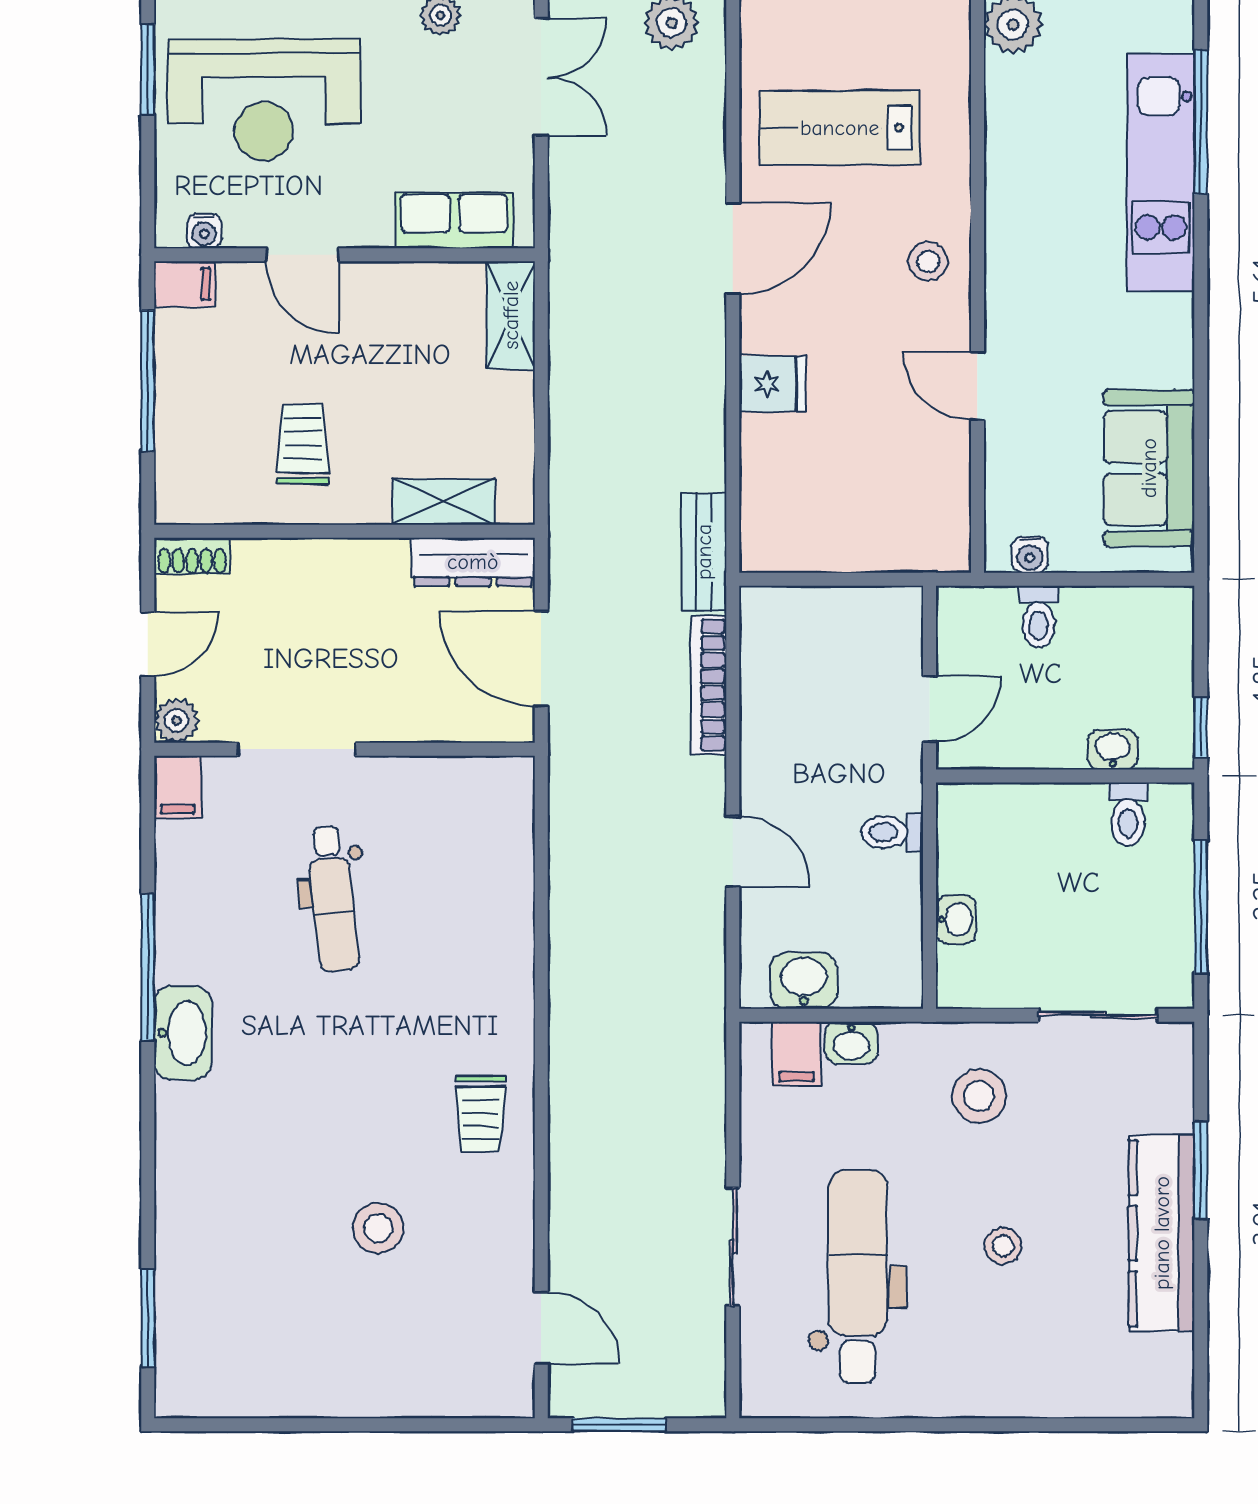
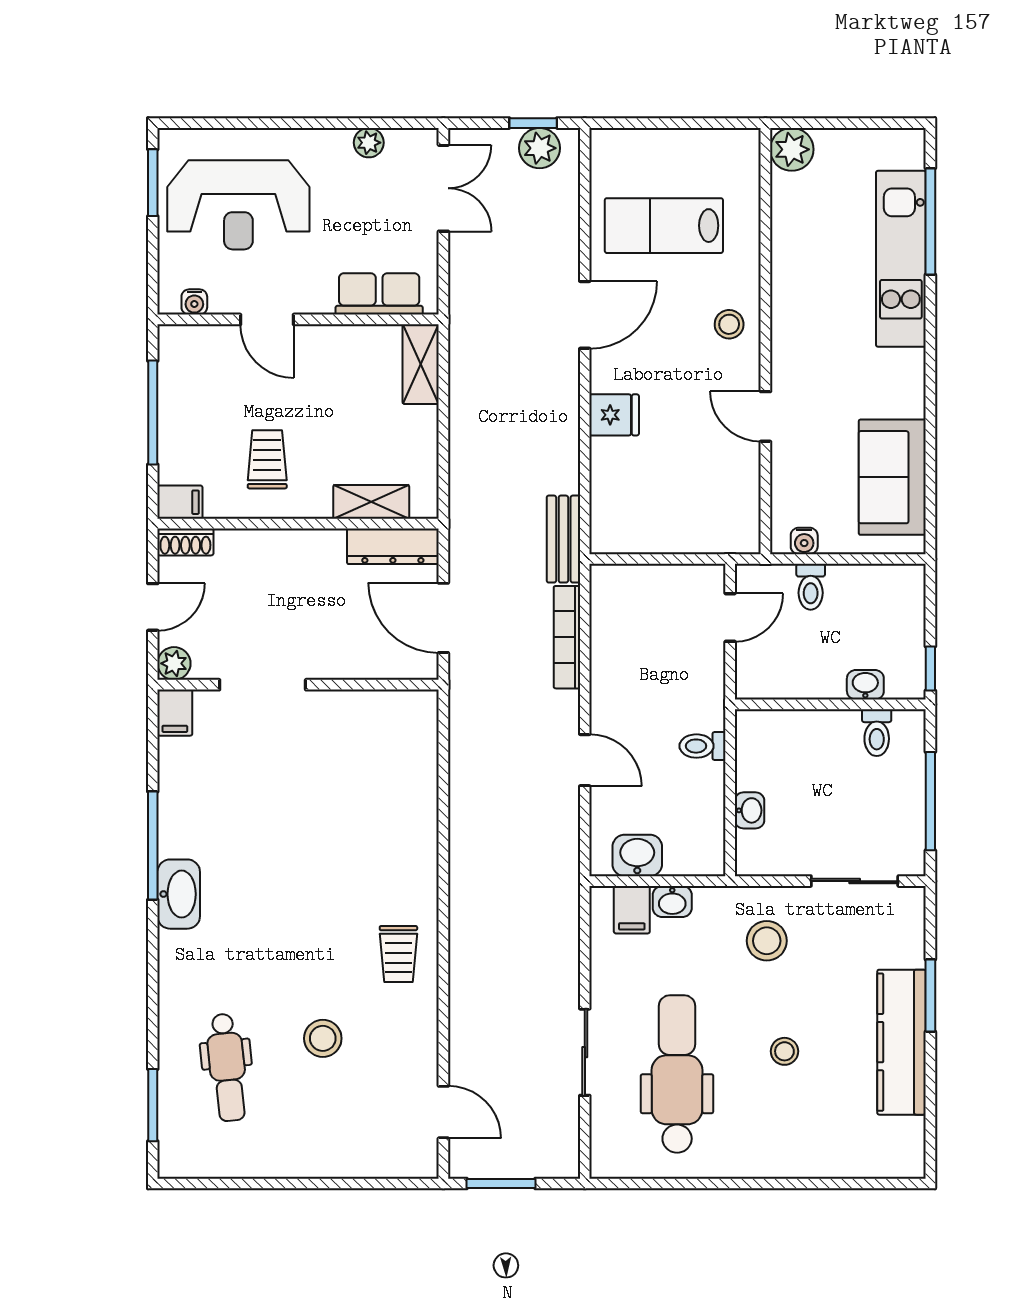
filing cabinet: (185, 284) -> (180, 502), moved
door: (930, 709) -> (730, 617), moved
dental chair: (333, 899) -> (227, 1067), moved

